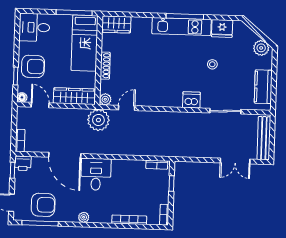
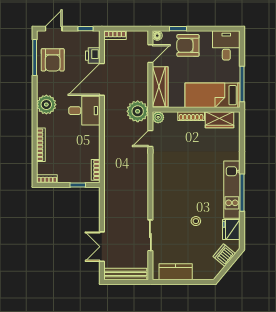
wardrobe: (116, 24) -> (219, 120), moved, turned -90
plant: (261, 48) -> (214, 268), removed
armchair: (33, 66) -> (188, 45), turned 90
dishwasher: (191, 100) -> (224, 255), moved, turned -140
door: (127, 108) -> (150, 138), swing flipped
printer: (23, 163) -> (93, 56), moved
plant: (84, 217) -> (46, 105), width x1.88, depth x1.88

